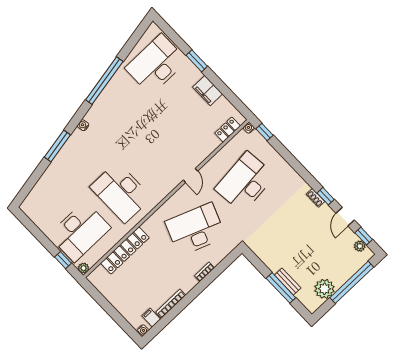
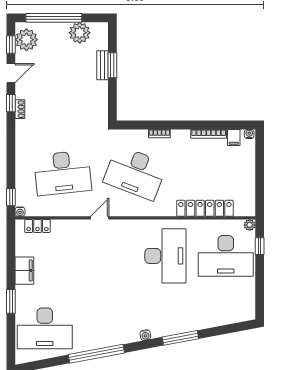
desk: (80, 231) -> (226, 256), turned 180
plant: (360, 246) -> (26, 40), width x1.87, depth x1.87
window: (281, 288) -> (112, 65), width x0.69

